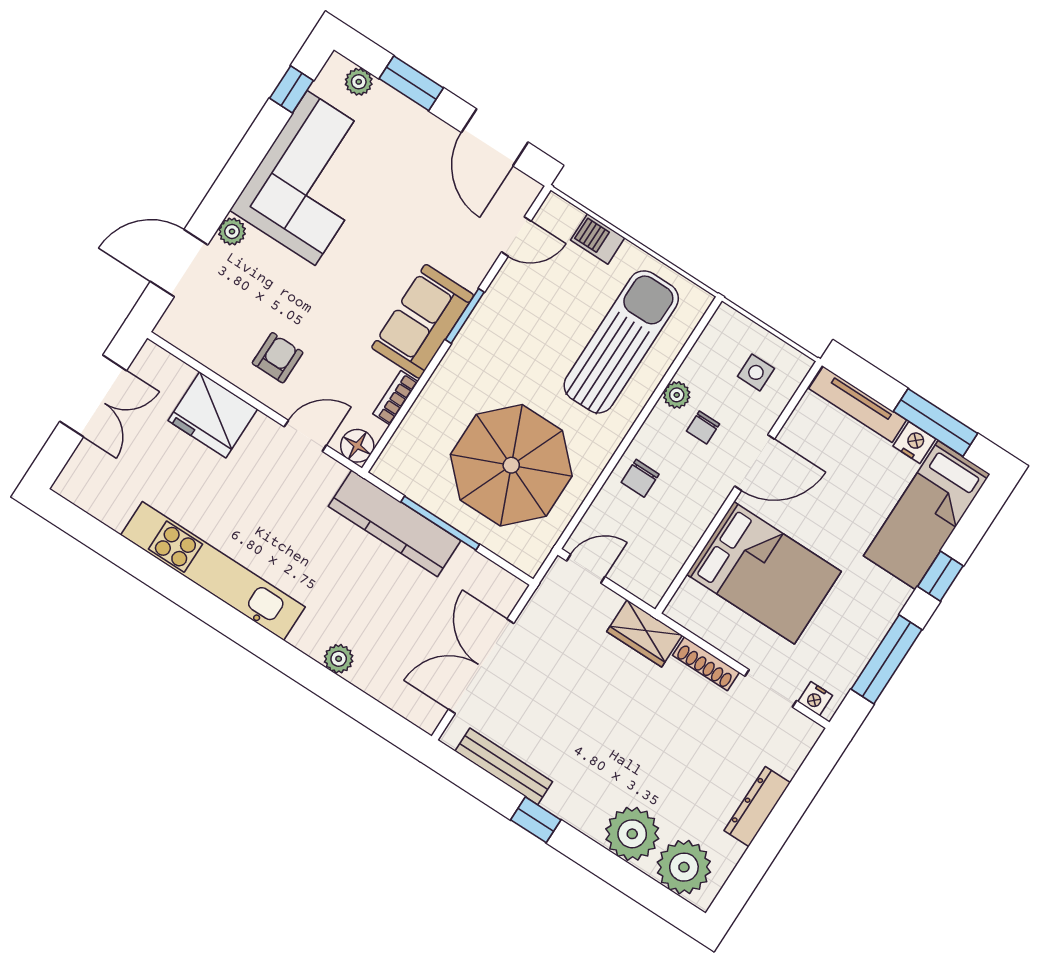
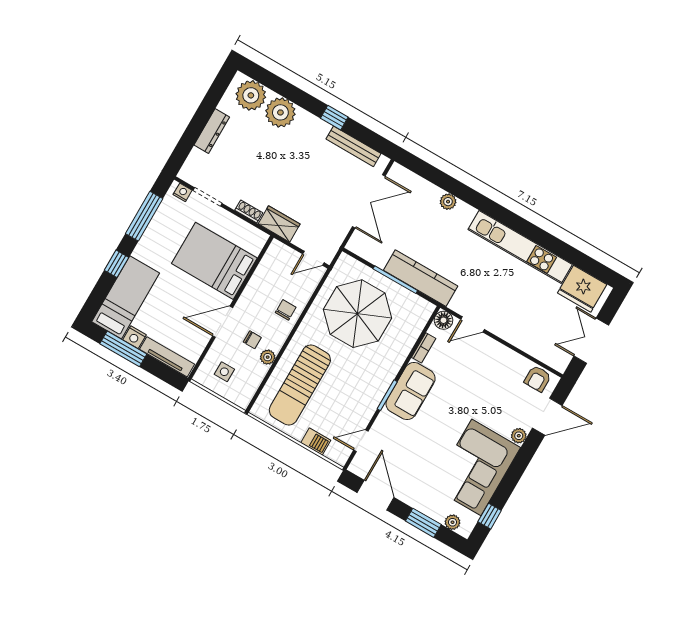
armchair: (278, 358) -> (538, 379), moved
fridge: (213, 415) -> (582, 289), moved, turned 180
chair: (703, 428) -> (252, 340), turned 90
shoe rack: (706, 664) -> (249, 212), width x0.70

